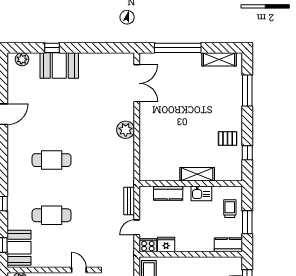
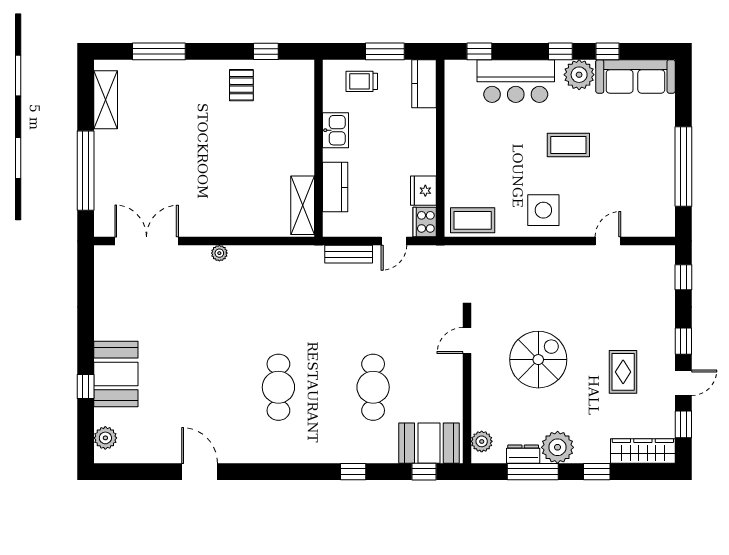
plant: (126, 130) -> (219, 253), width x0.53, depth x0.53
shelving: (197, 174) -> (303, 205), moved
door: (137, 227) -> (394, 241), hinge flipped

